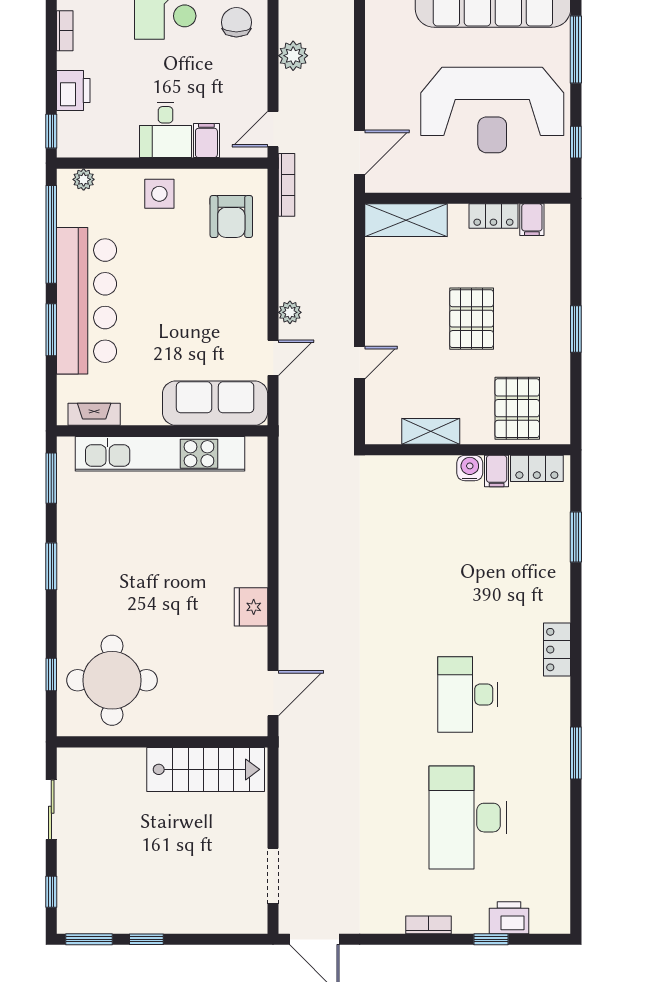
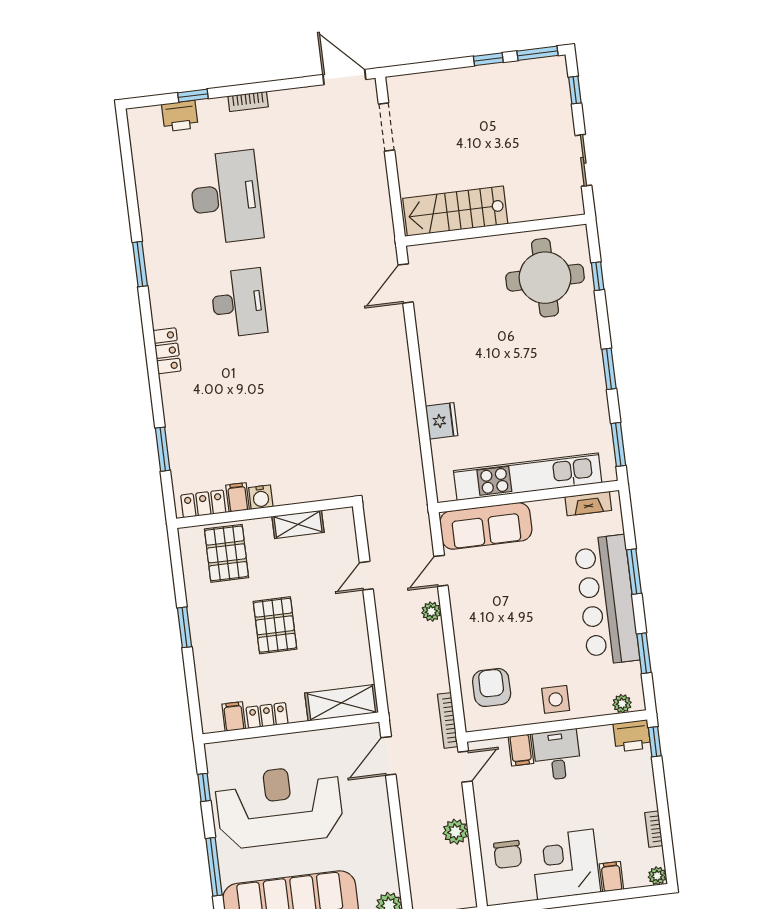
printer: (73, 91) -> (632, 736), moved, turned -90
window: (51, 234) -> (644, 653), width x0.47
fridge: (251, 607) -> (442, 421), moved

